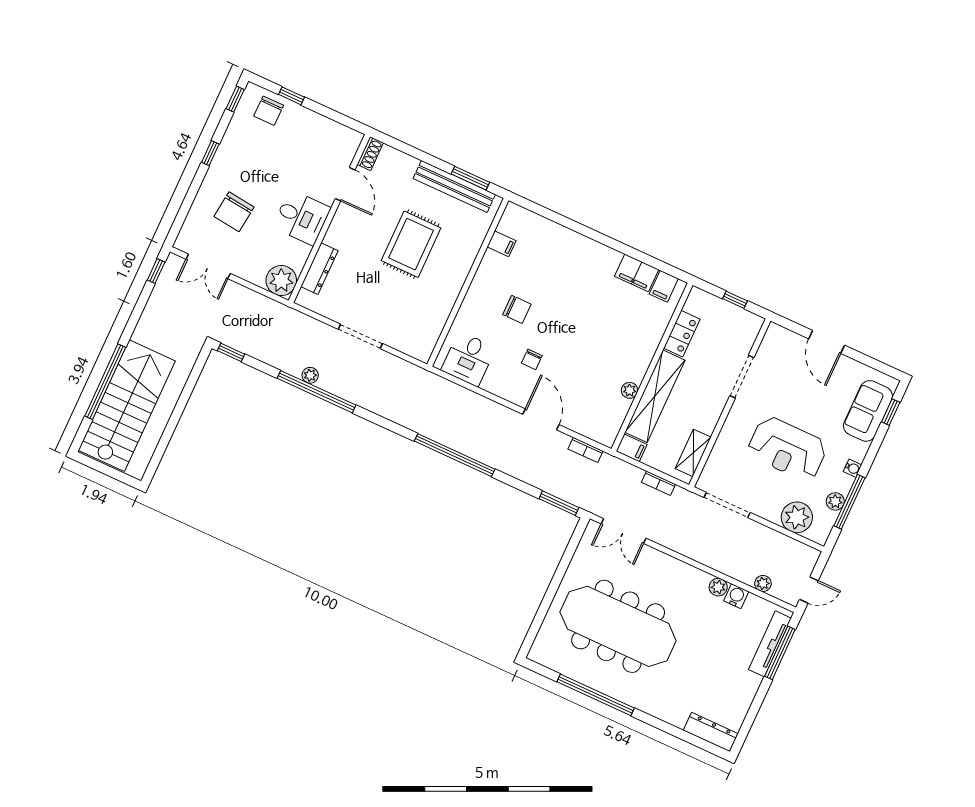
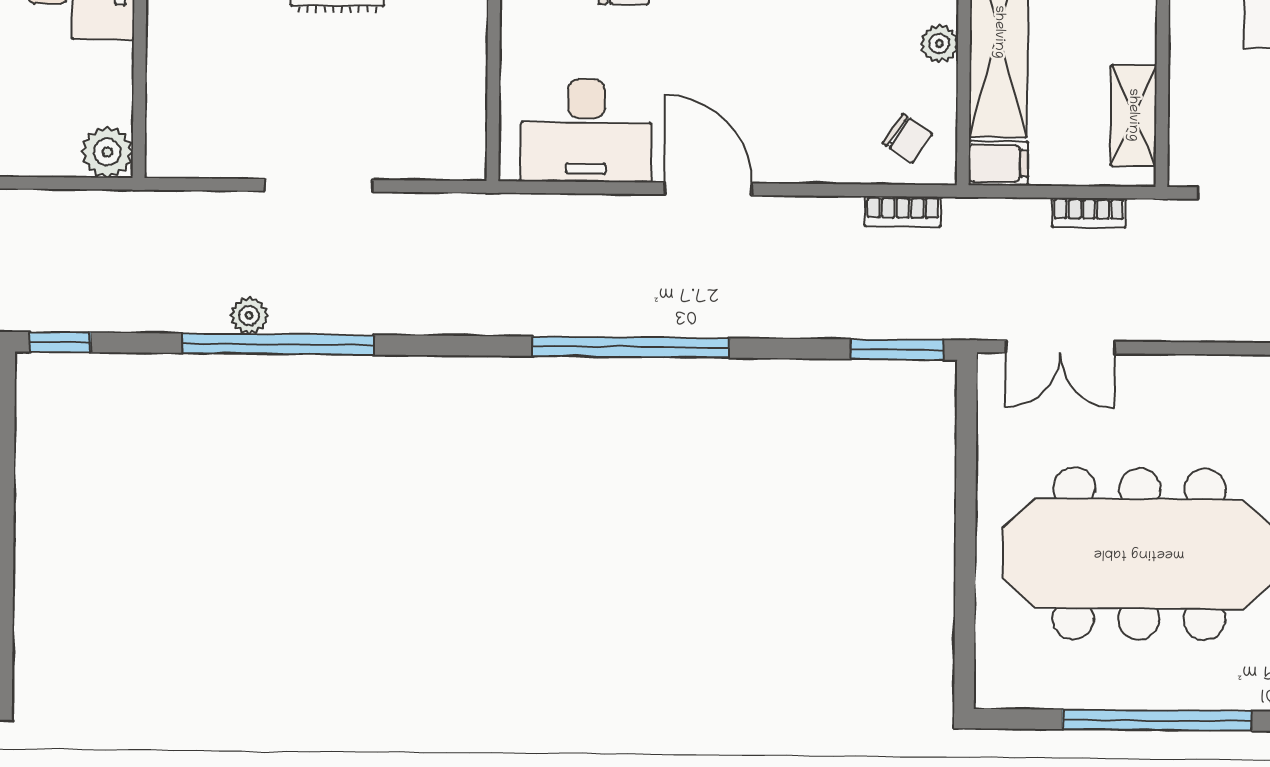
dresser: (319, 269) -> (167, 81), removed
plant: (281, 281) -> (107, 152), width x0.73, depth x0.73
desk: (468, 359) -> (586, 130), width x1.37
chair: (532, 359) -> (907, 138), moved, turned -56
door: (541, 419) -> (708, 189), moved

